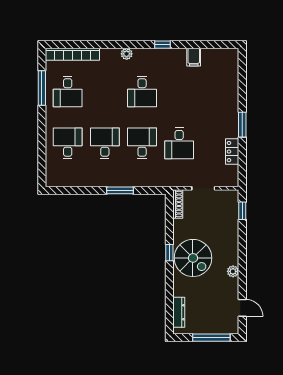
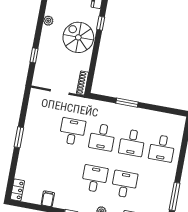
desk: (68, 92) -> (124, 184), moved
locker: (232, 152) -> (17, 190), moved
window: (242, 211) -> (34, 55), moved
window: (169, 253) -> (101, 23), moved

